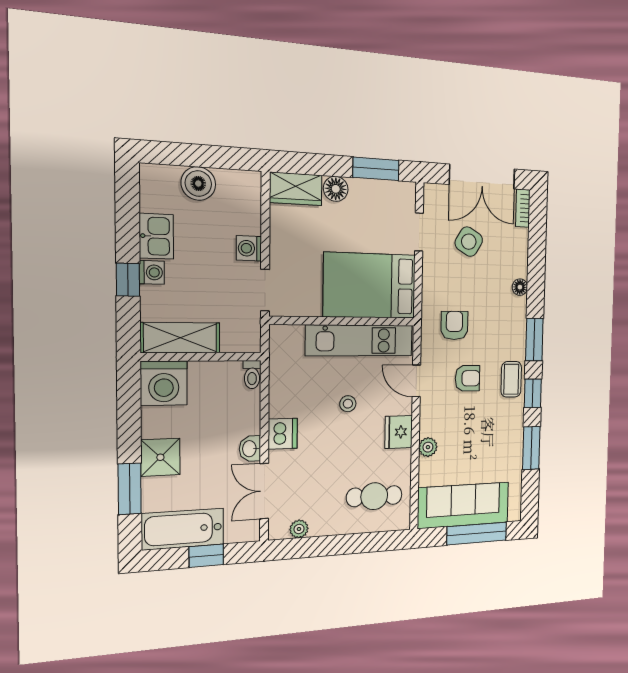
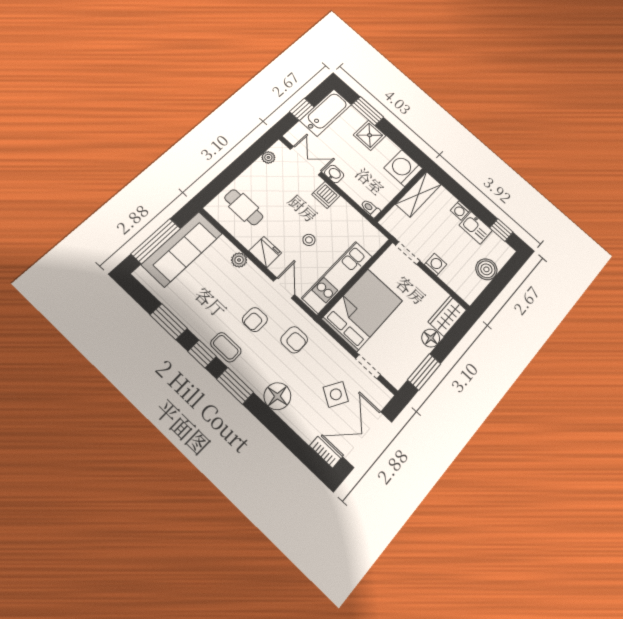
window: (128, 280) -> (501, 230), moved
floor lamp: (520, 287) -> (277, 396), width x1.89, depth x1.89
door: (416, 381) -> (284, 288), hinge flipped
cafe table: (374, 496) -> (244, 207), turned 90

